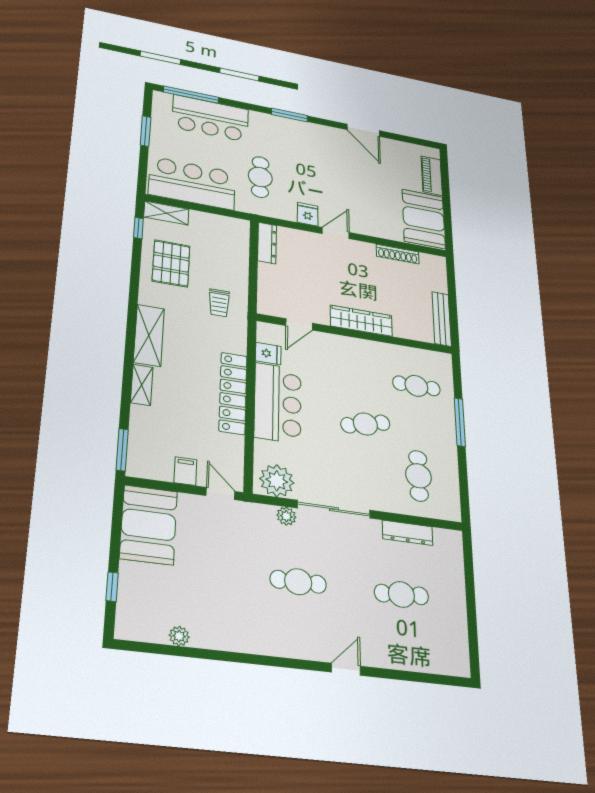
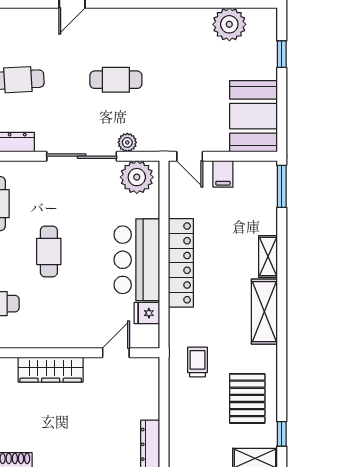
cafe table: (365, 424) -> (49, 251), turned -76
plant: (179, 636) -> (229, 24), width x1.87, depth x1.87

